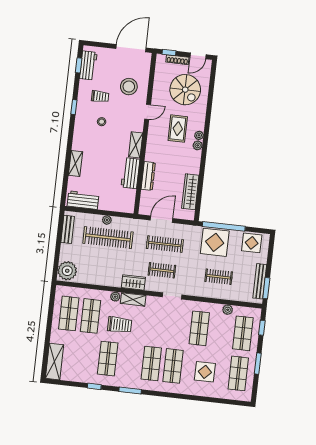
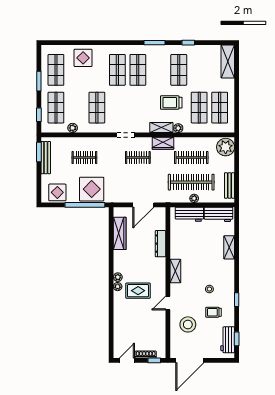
spiral stairs: (185, 90) -> (135, 328), removed
rug: (178, 129) -> (138, 291), turned 90
workbench: (130, 173) -> (189, 214), moved, turned 90
clothes rail: (165, 244) -> (191, 158), moved
display table: (205, 372) -> (83, 58), moved

